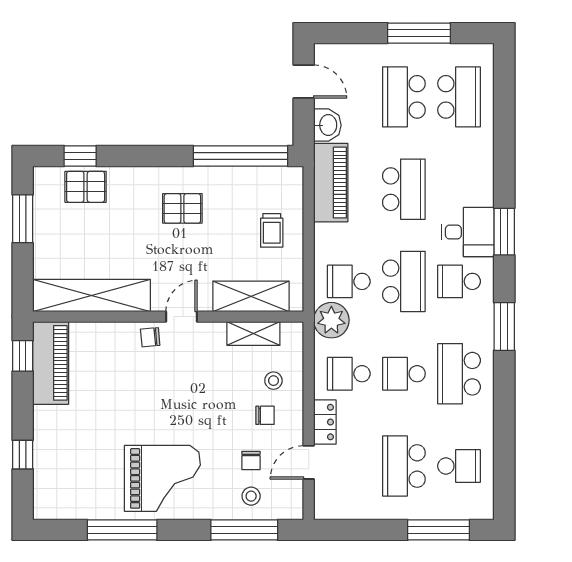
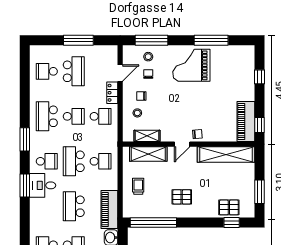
plant: (331, 320) -> (109, 142), removed
school desk: (459, 374) -> (47, 116), turned 180
window: (439, 530) -> (78, 40), moved

